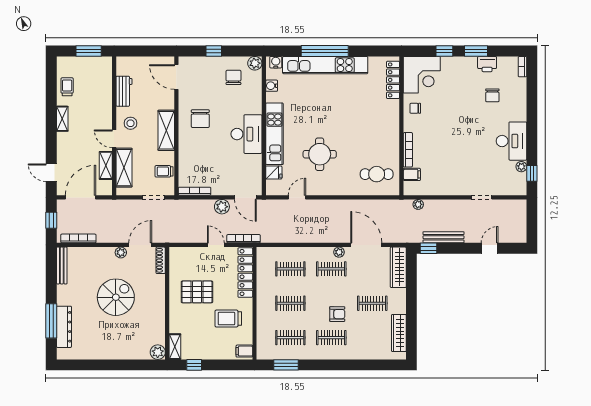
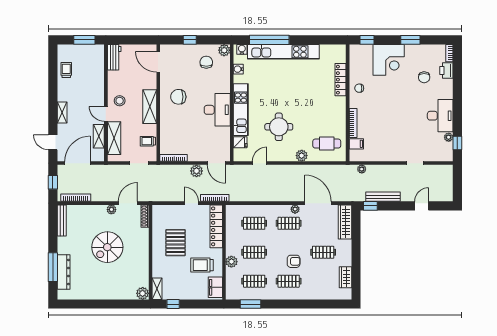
window: (325, 51) -> (269, 40), moved
window: (444, 51) -> (367, 40), moved
printer: (487, 64) -> (446, 71), moved, turned 90
corner desk: (422, 75) -> (389, 60), moved
locker: (393, 80) -> (341, 80), moved
workbench: (124, 91) -> (114, 57), moved
shelving: (62, 119) -> (62, 113), moved
chair: (200, 119) -> (178, 97), turned 90
plant: (347, 188) -> (302, 156), added
pallet: (197, 292) -> (176, 243), turned 90
spiral stairs: (116, 297) -> (107, 247), turned 180
plant: (263, 314) -> (231, 262), added
wardrobe: (399, 333) -> (345, 277), width x0.67
filing cabinet: (244, 351) -> (215, 287), width x2.00

